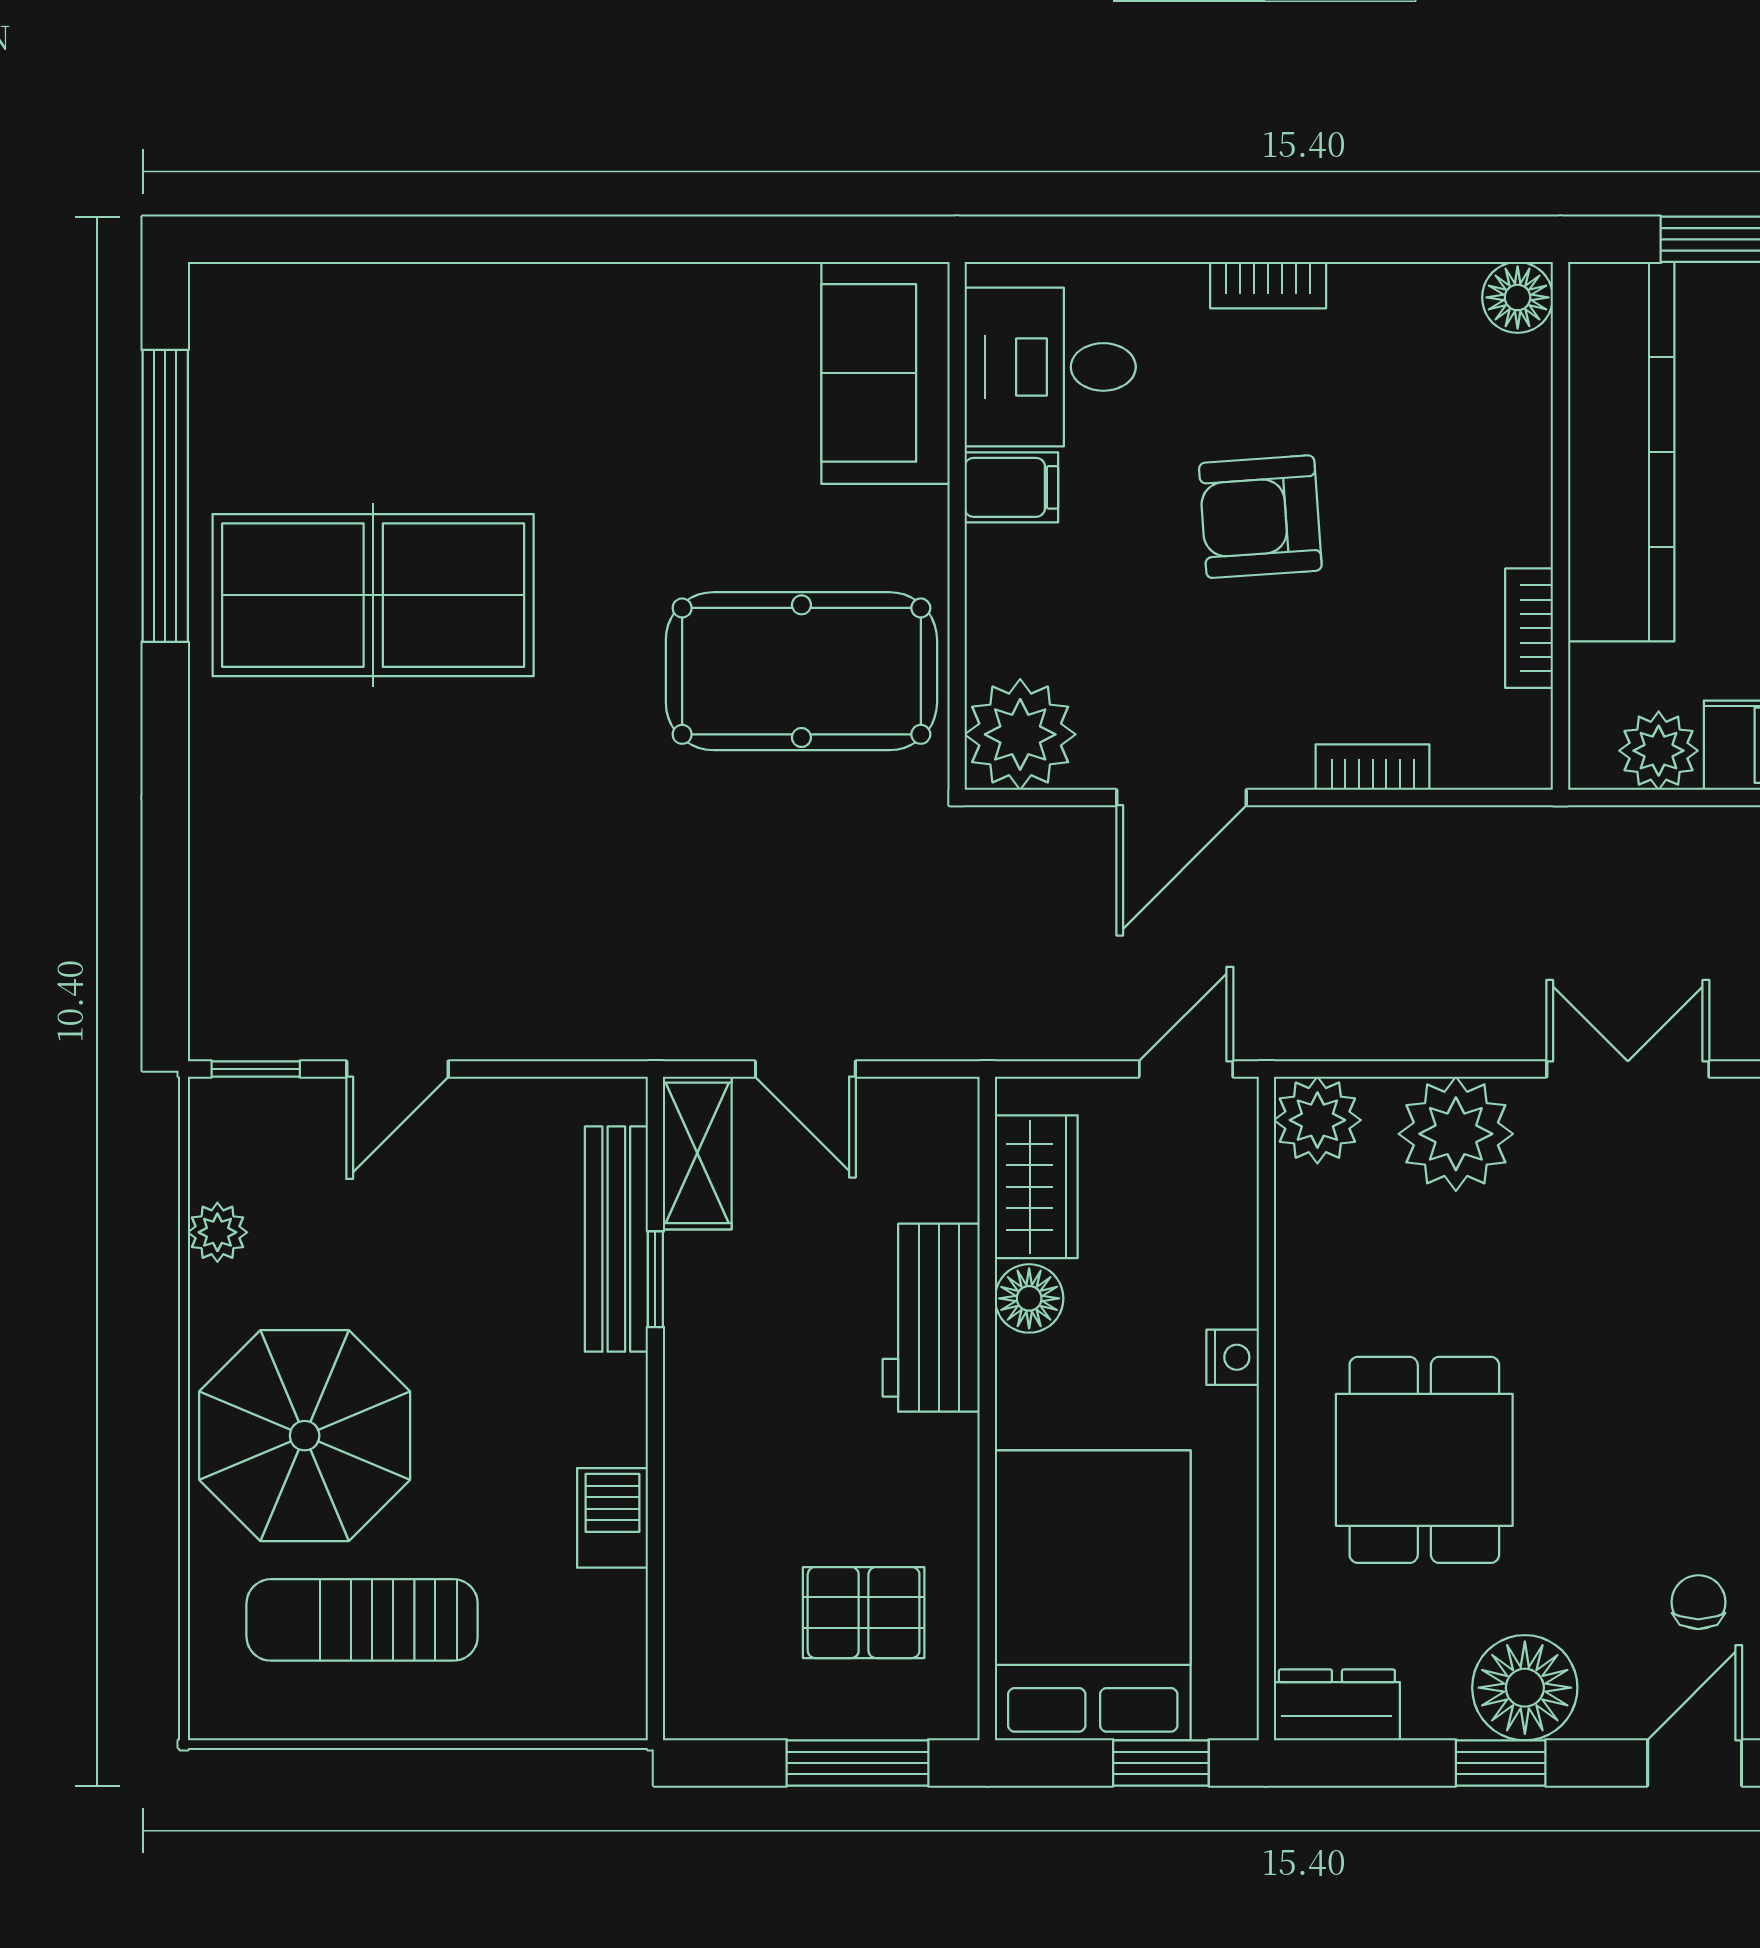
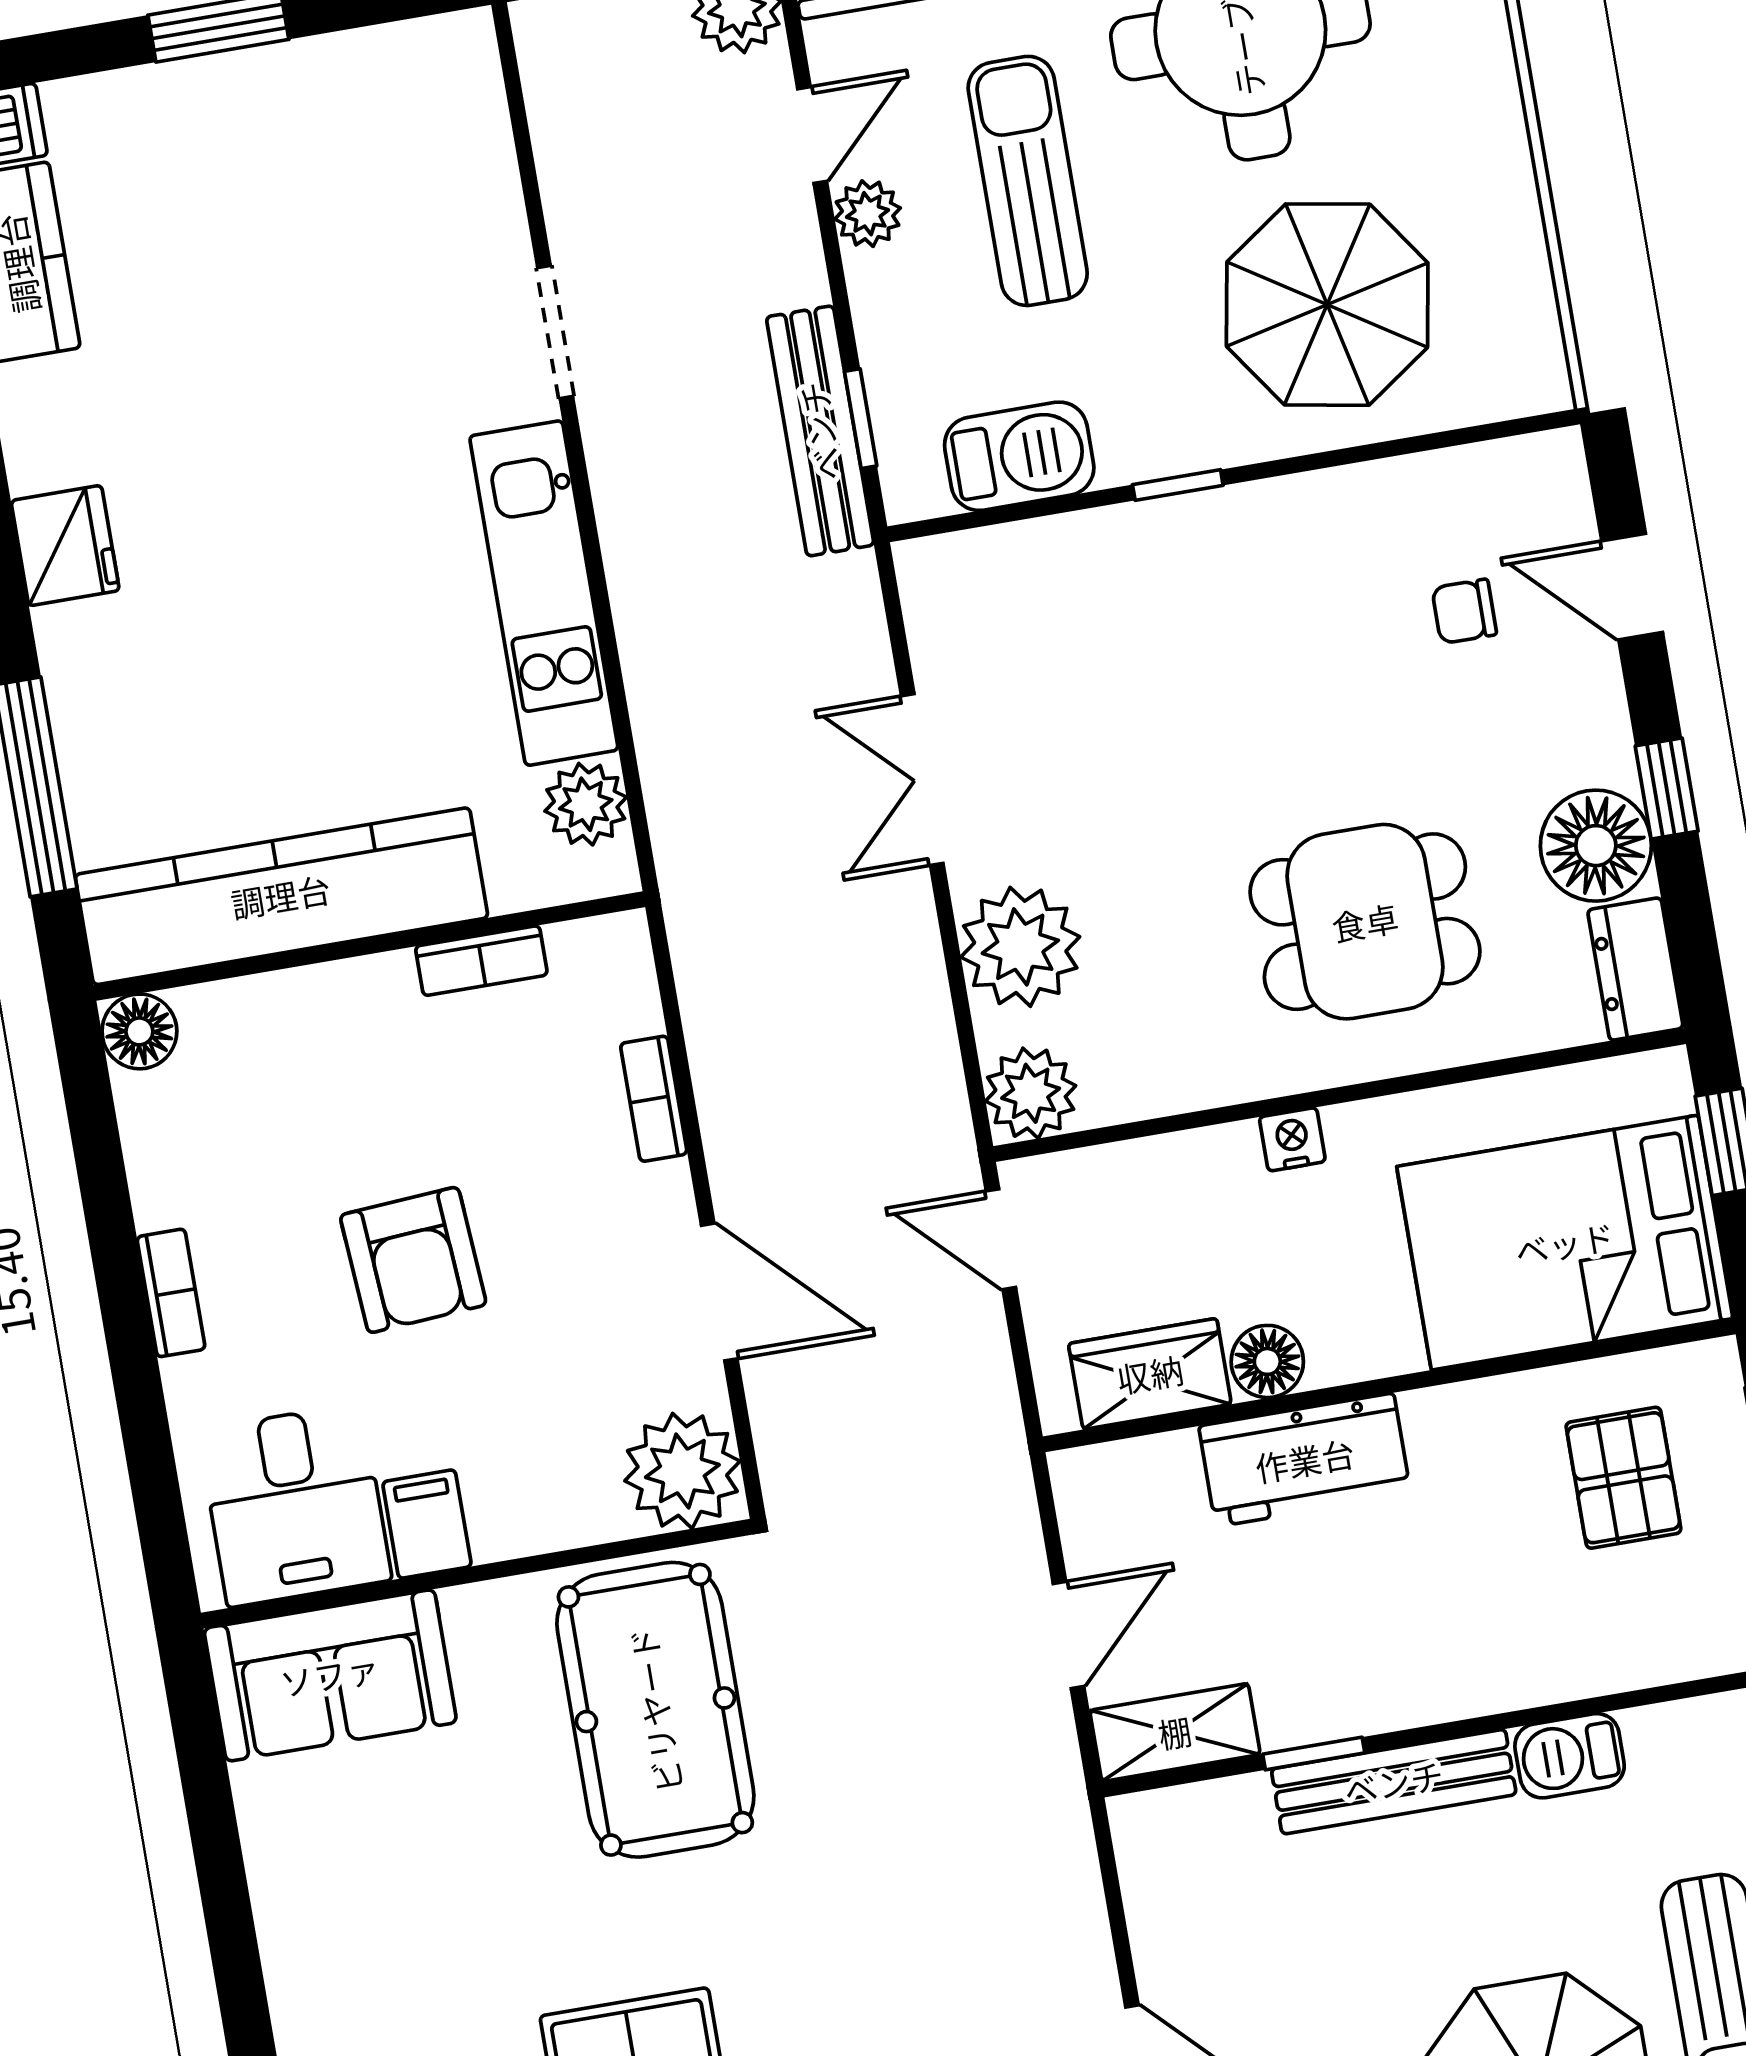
bench: (616, 1239) -> (1394, 1782), moved
floor lamp: (1525, 1688) -> (1596, 846), moved

